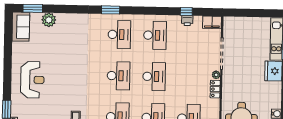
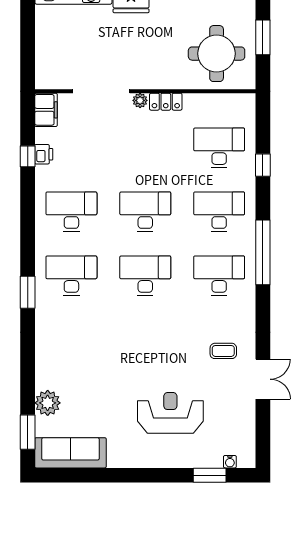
sofa: (21, 27) -> (70, 453), width x1.36
reception desk: (32, 80) -> (170, 413), moved

